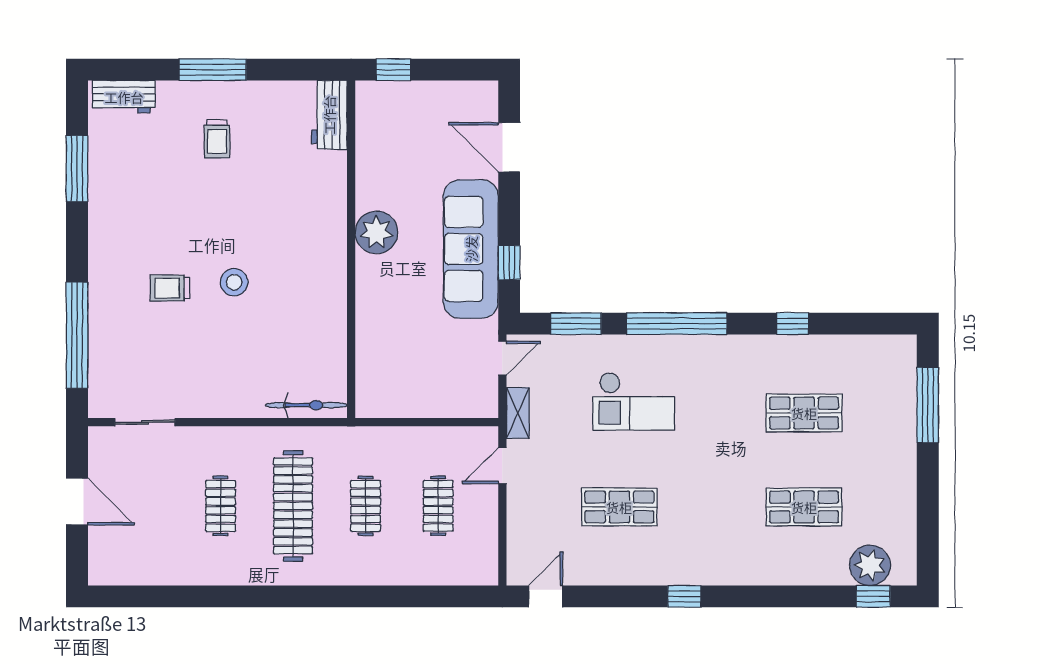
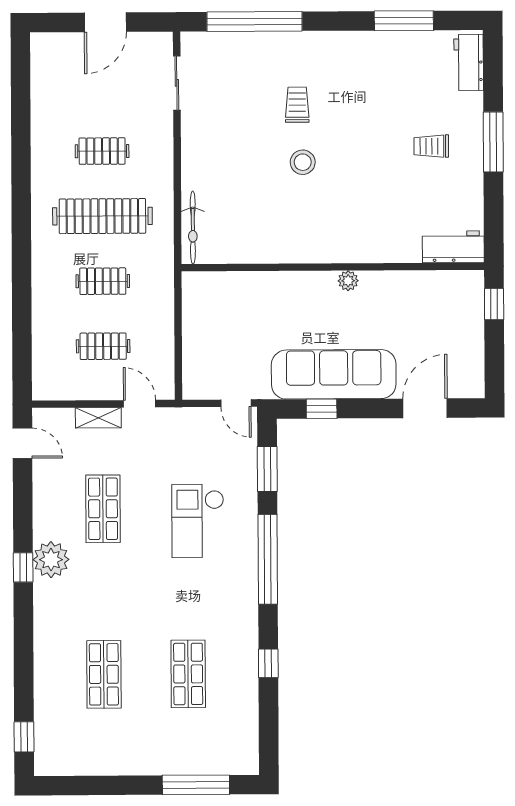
plant: (376, 232) -> (348, 281), width x0.53, depth x0.53
shelving: (518, 413) -> (98, 418), moved
plant: (870, 565) -> (51, 560), moved

